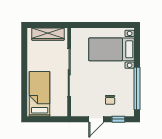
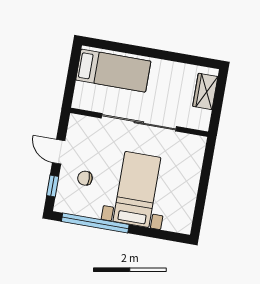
wardrobe: (48, 34) -> (205, 91), width x0.67
bed with nightstands: (111, 49) -> (137, 189), moved

